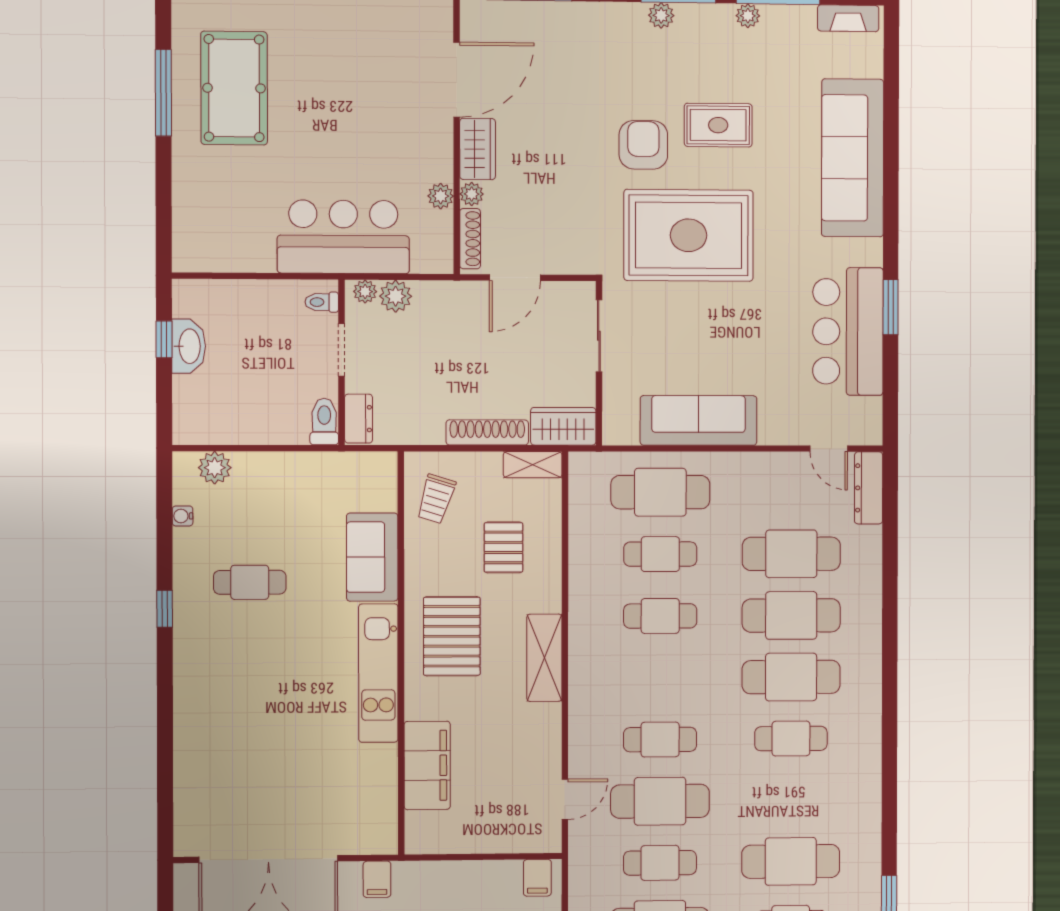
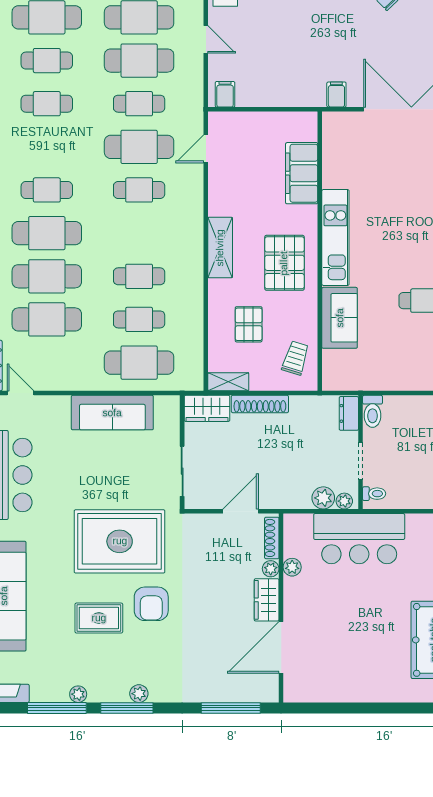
cafe table: (791, 861) -> (47, 104), width x0.73, depth x0.74

